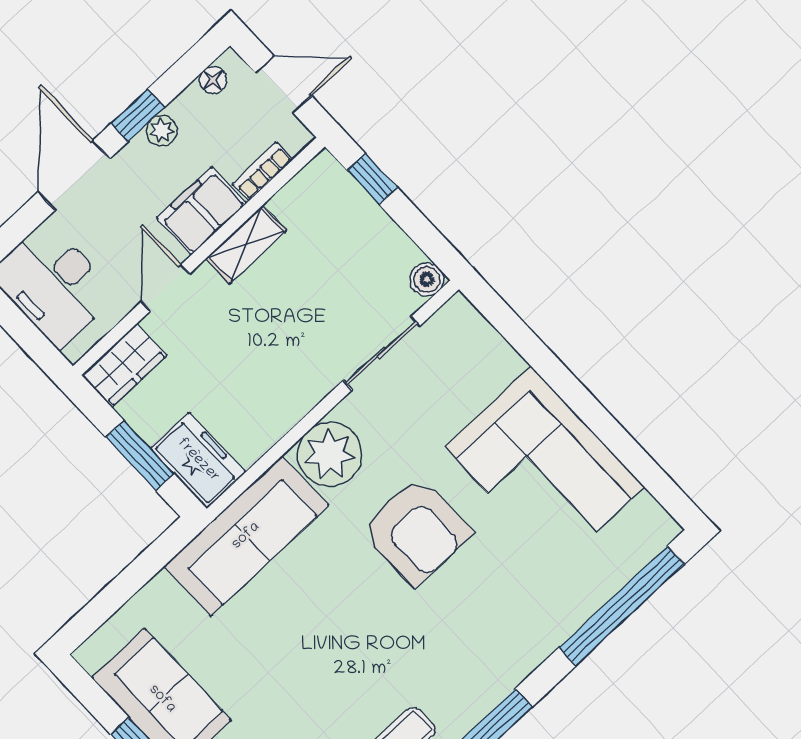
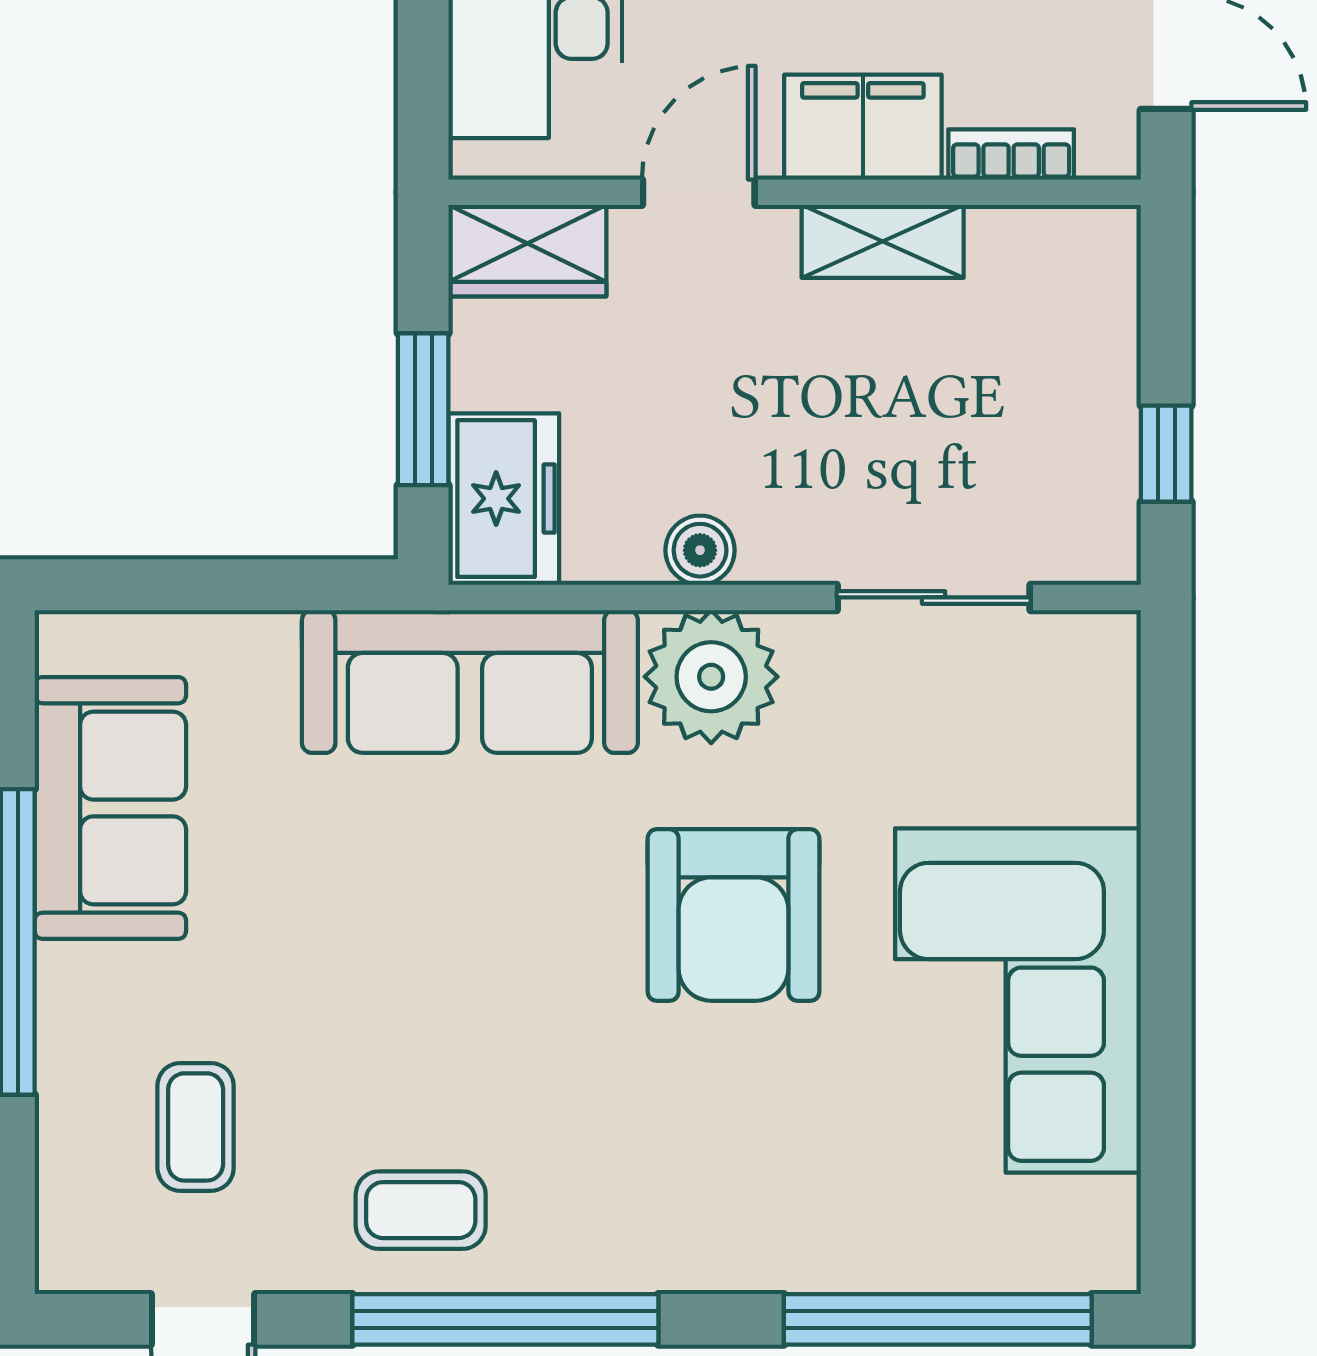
window: (372, 179) -> (1166, 454), moved
boiler: (427, 279) -> (700, 550), moved

